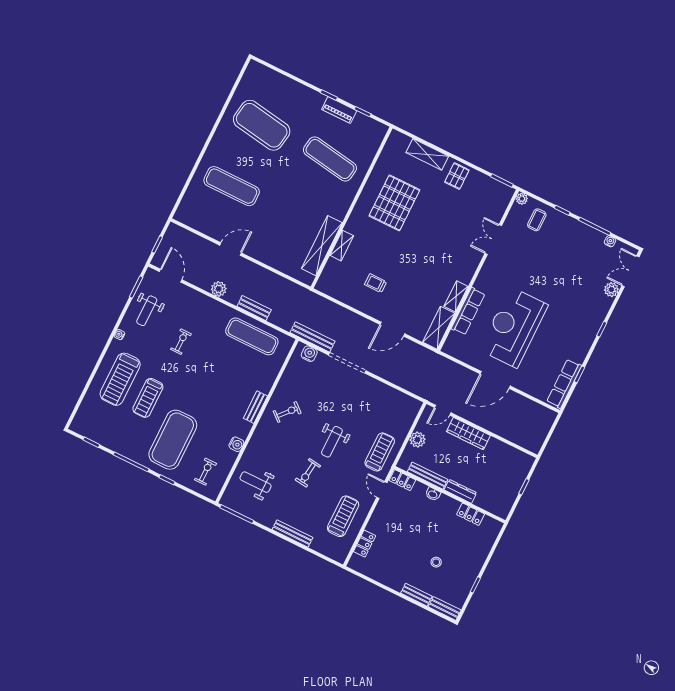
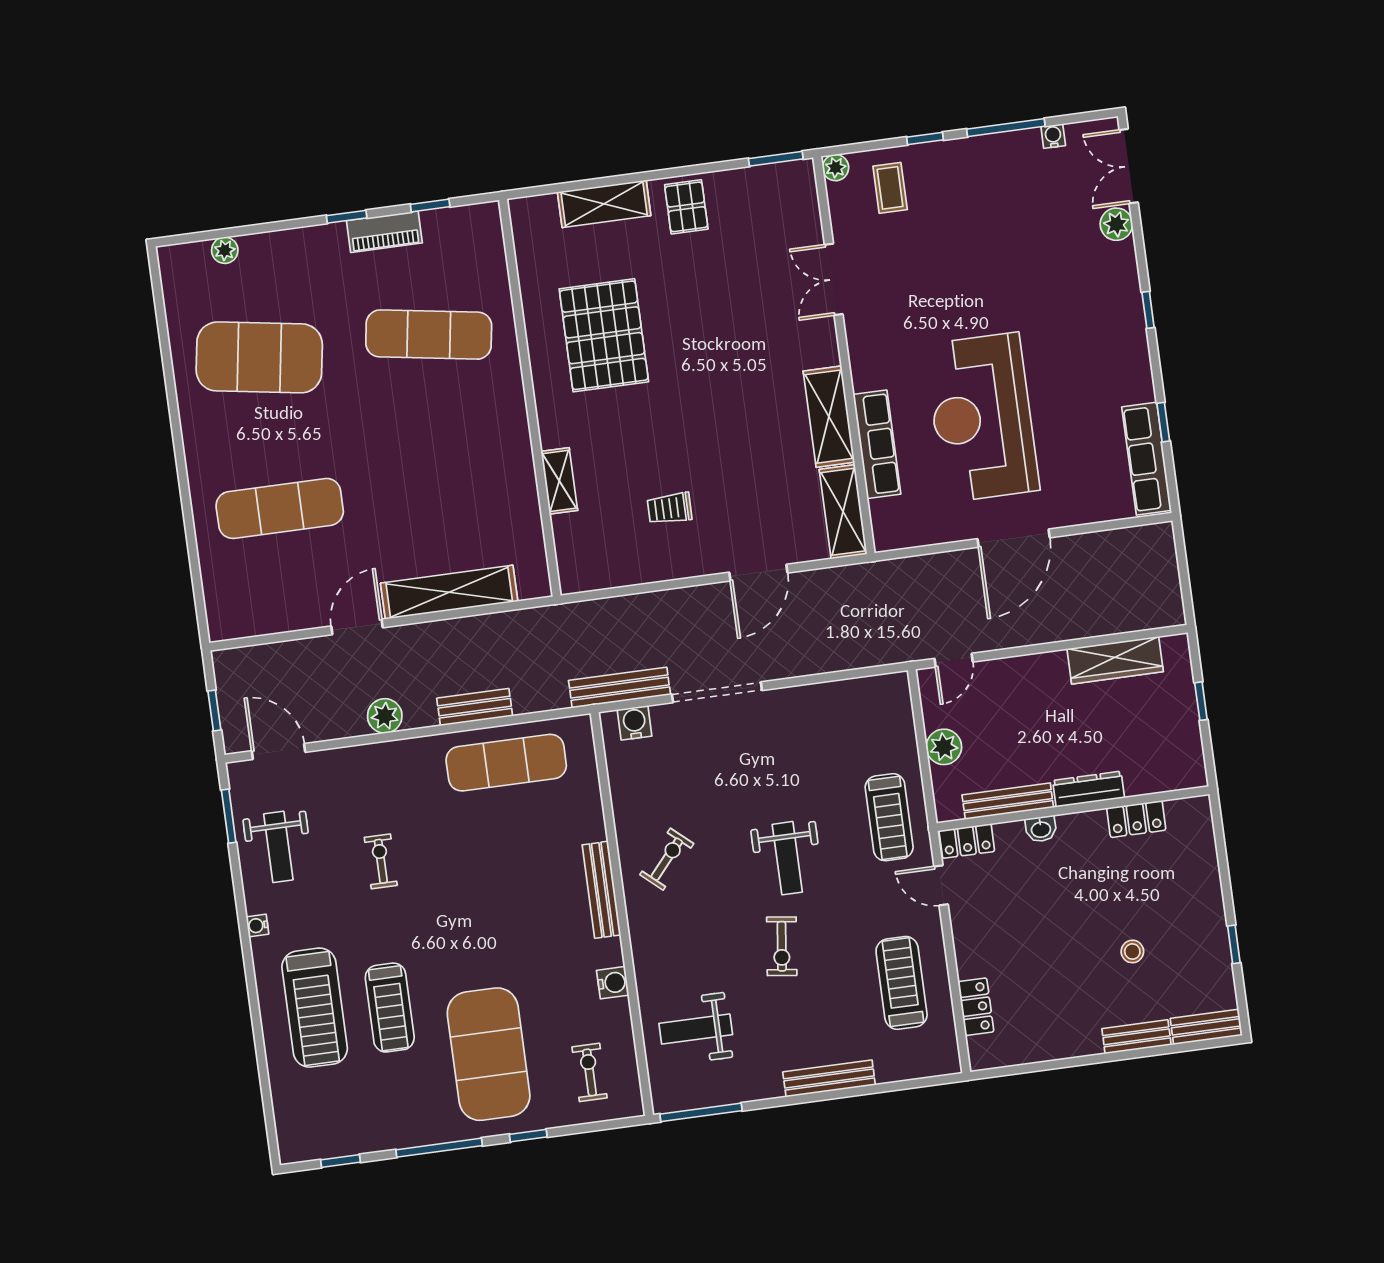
plant: (276, 77) -> (225, 250), added
shelving: (322, 246) -> (449, 592), moved, turned 90
shelving: (456, 296) -> (829, 417), width x1.50, depth x1.33
bench: (255, 407) -> (601, 890), width x1.36
wardrobe: (468, 434) -> (1115, 660), moved
treadmill: (380, 452) -> (889, 817), turned 180

